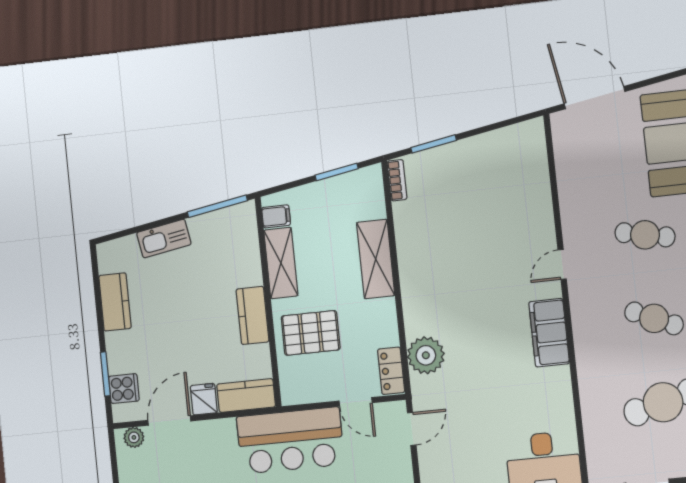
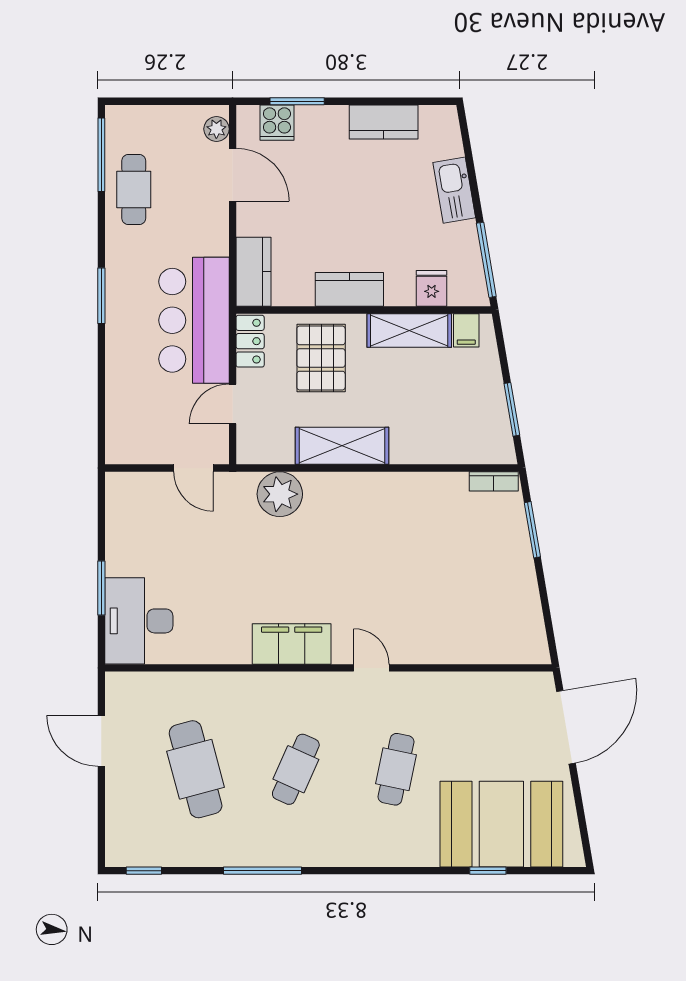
shelving: (376, 259) -> (342, 446), moved
locker: (391, 371) -> (250, 341), moved, turned 90
fridge: (204, 399) -> (432, 288), moved, turned -90

